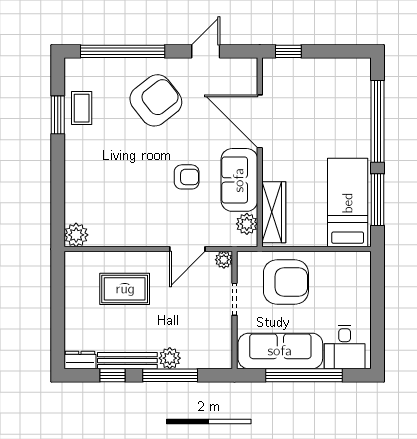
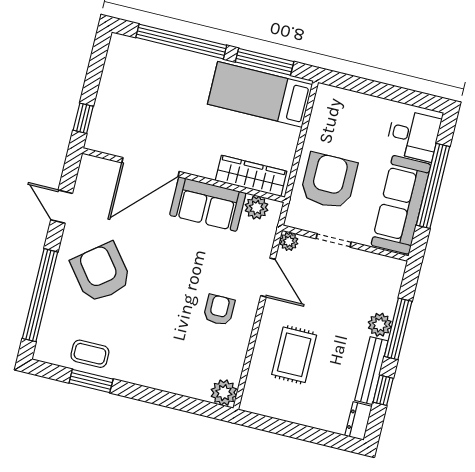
armchair: (187, 177) -> (219, 310), moved

